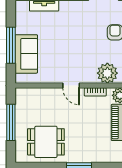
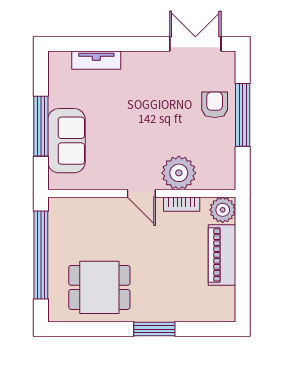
plant: (107, 73) -> (179, 173), moved
window: (11, 122) -> (41, 255), width x1.46

